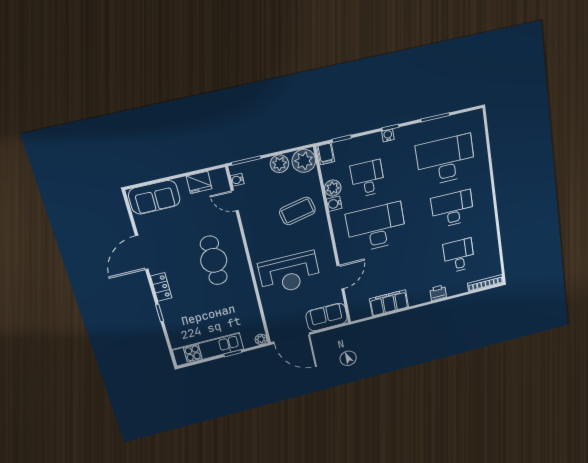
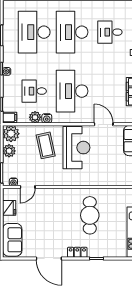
desk: (452, 209) -> (72, 32), width x1.36, depth x1.30
cafe table: (214, 260) -> (90, 215), moved, turned 90
reception desk: (289, 273) -> (76, 148), moved

